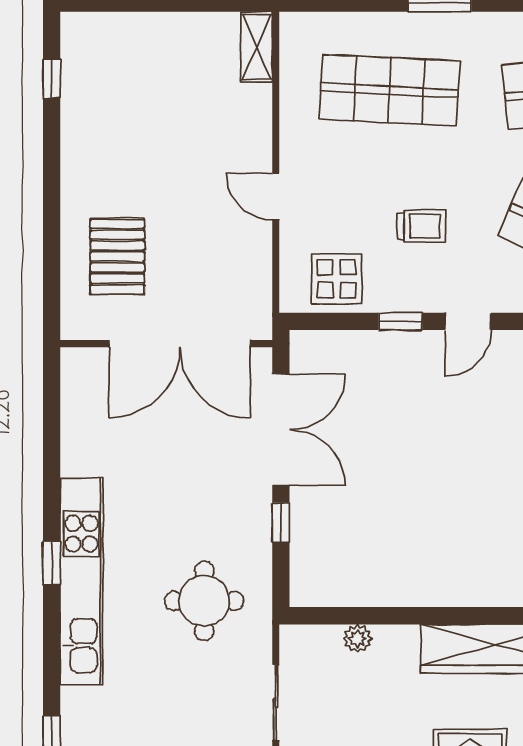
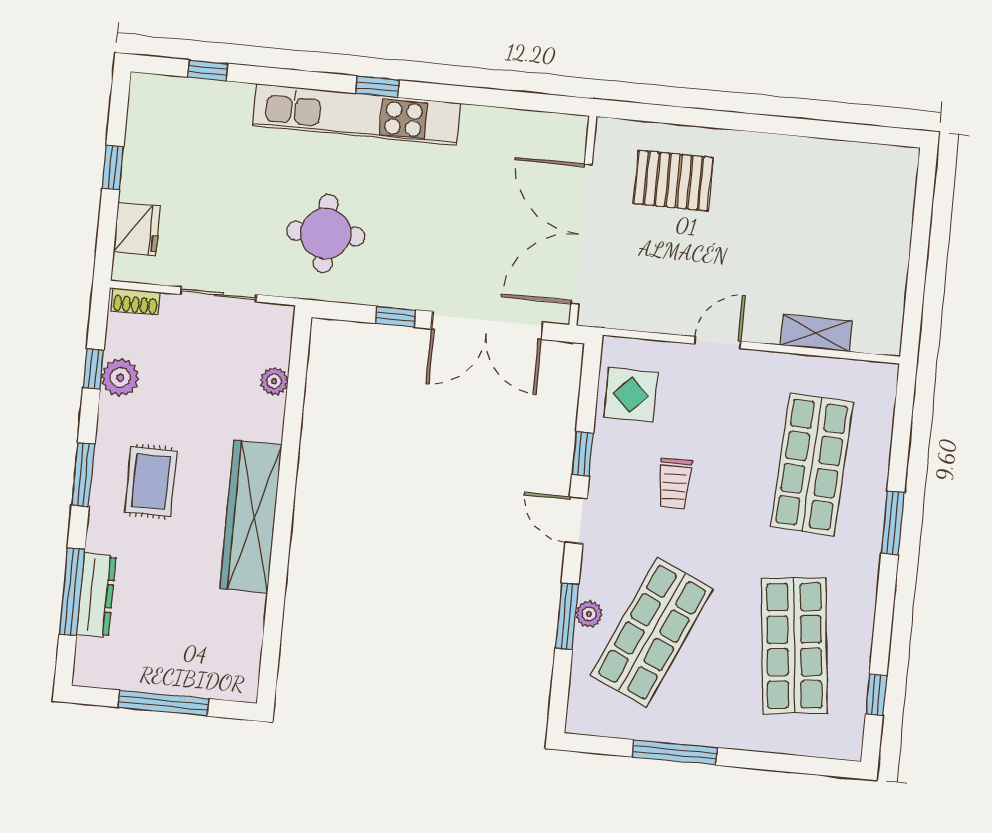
shelving: (257, 47) -> (816, 333), moved
window: (52, 79) -> (855, 133), removed

